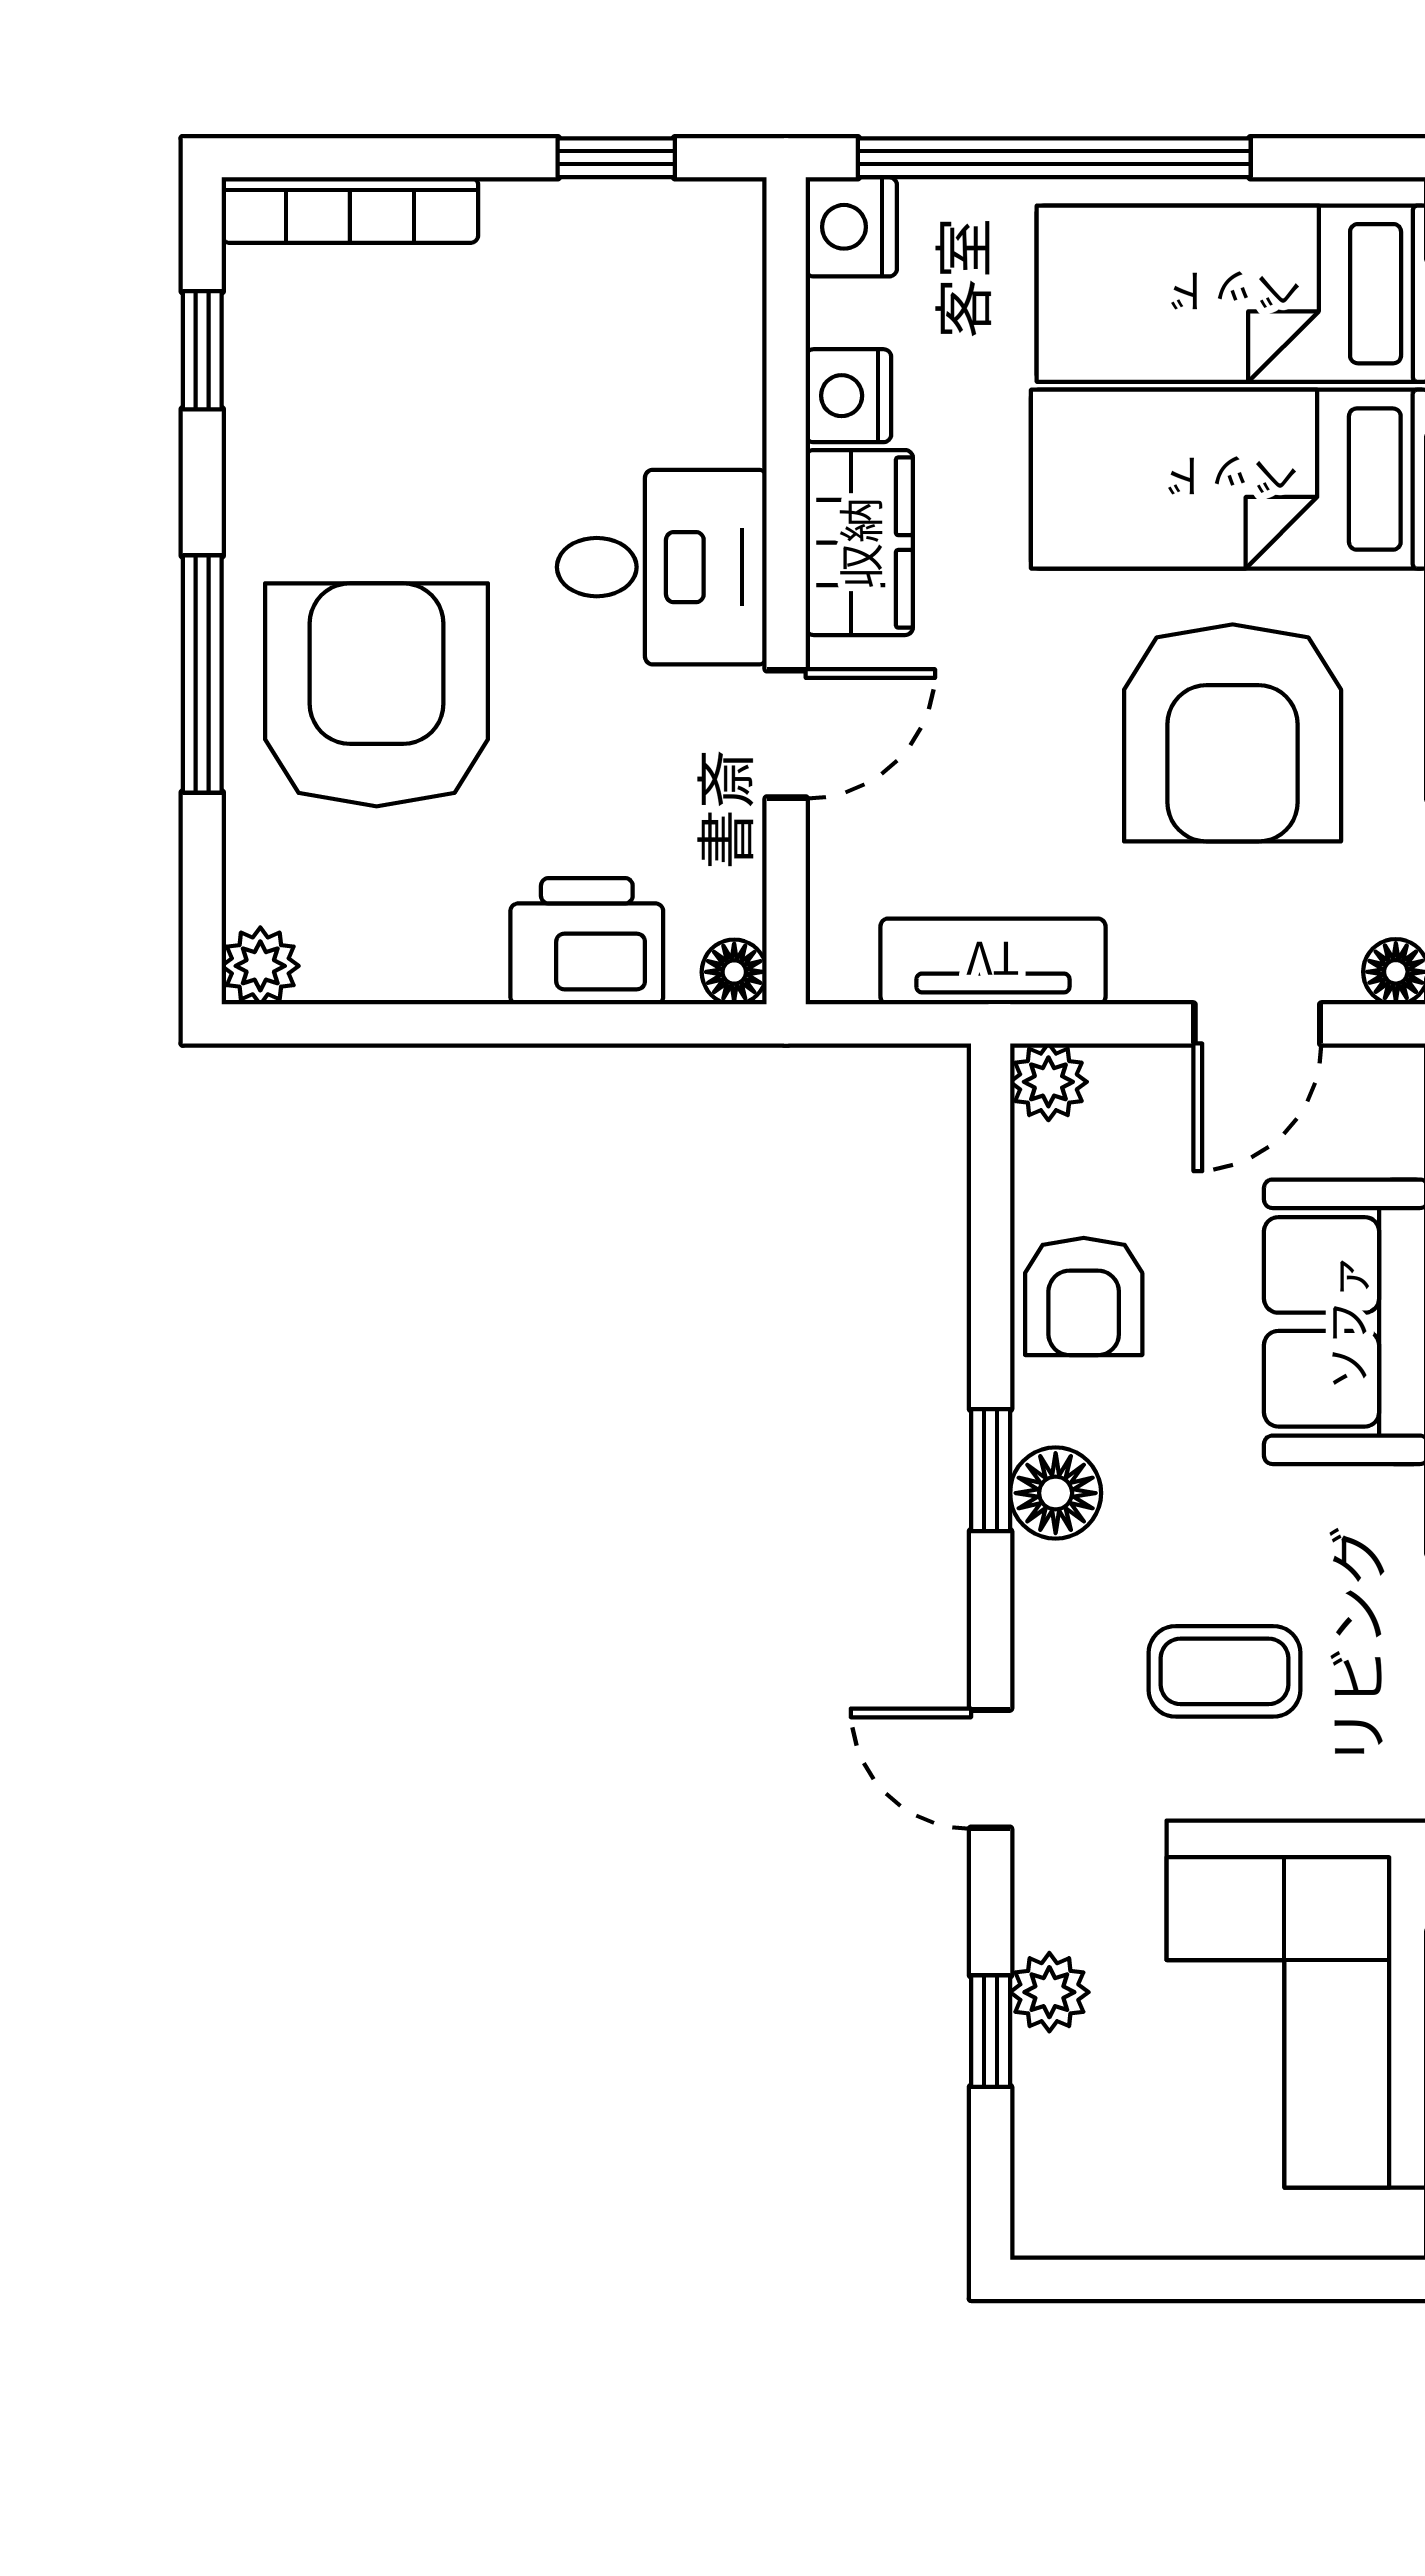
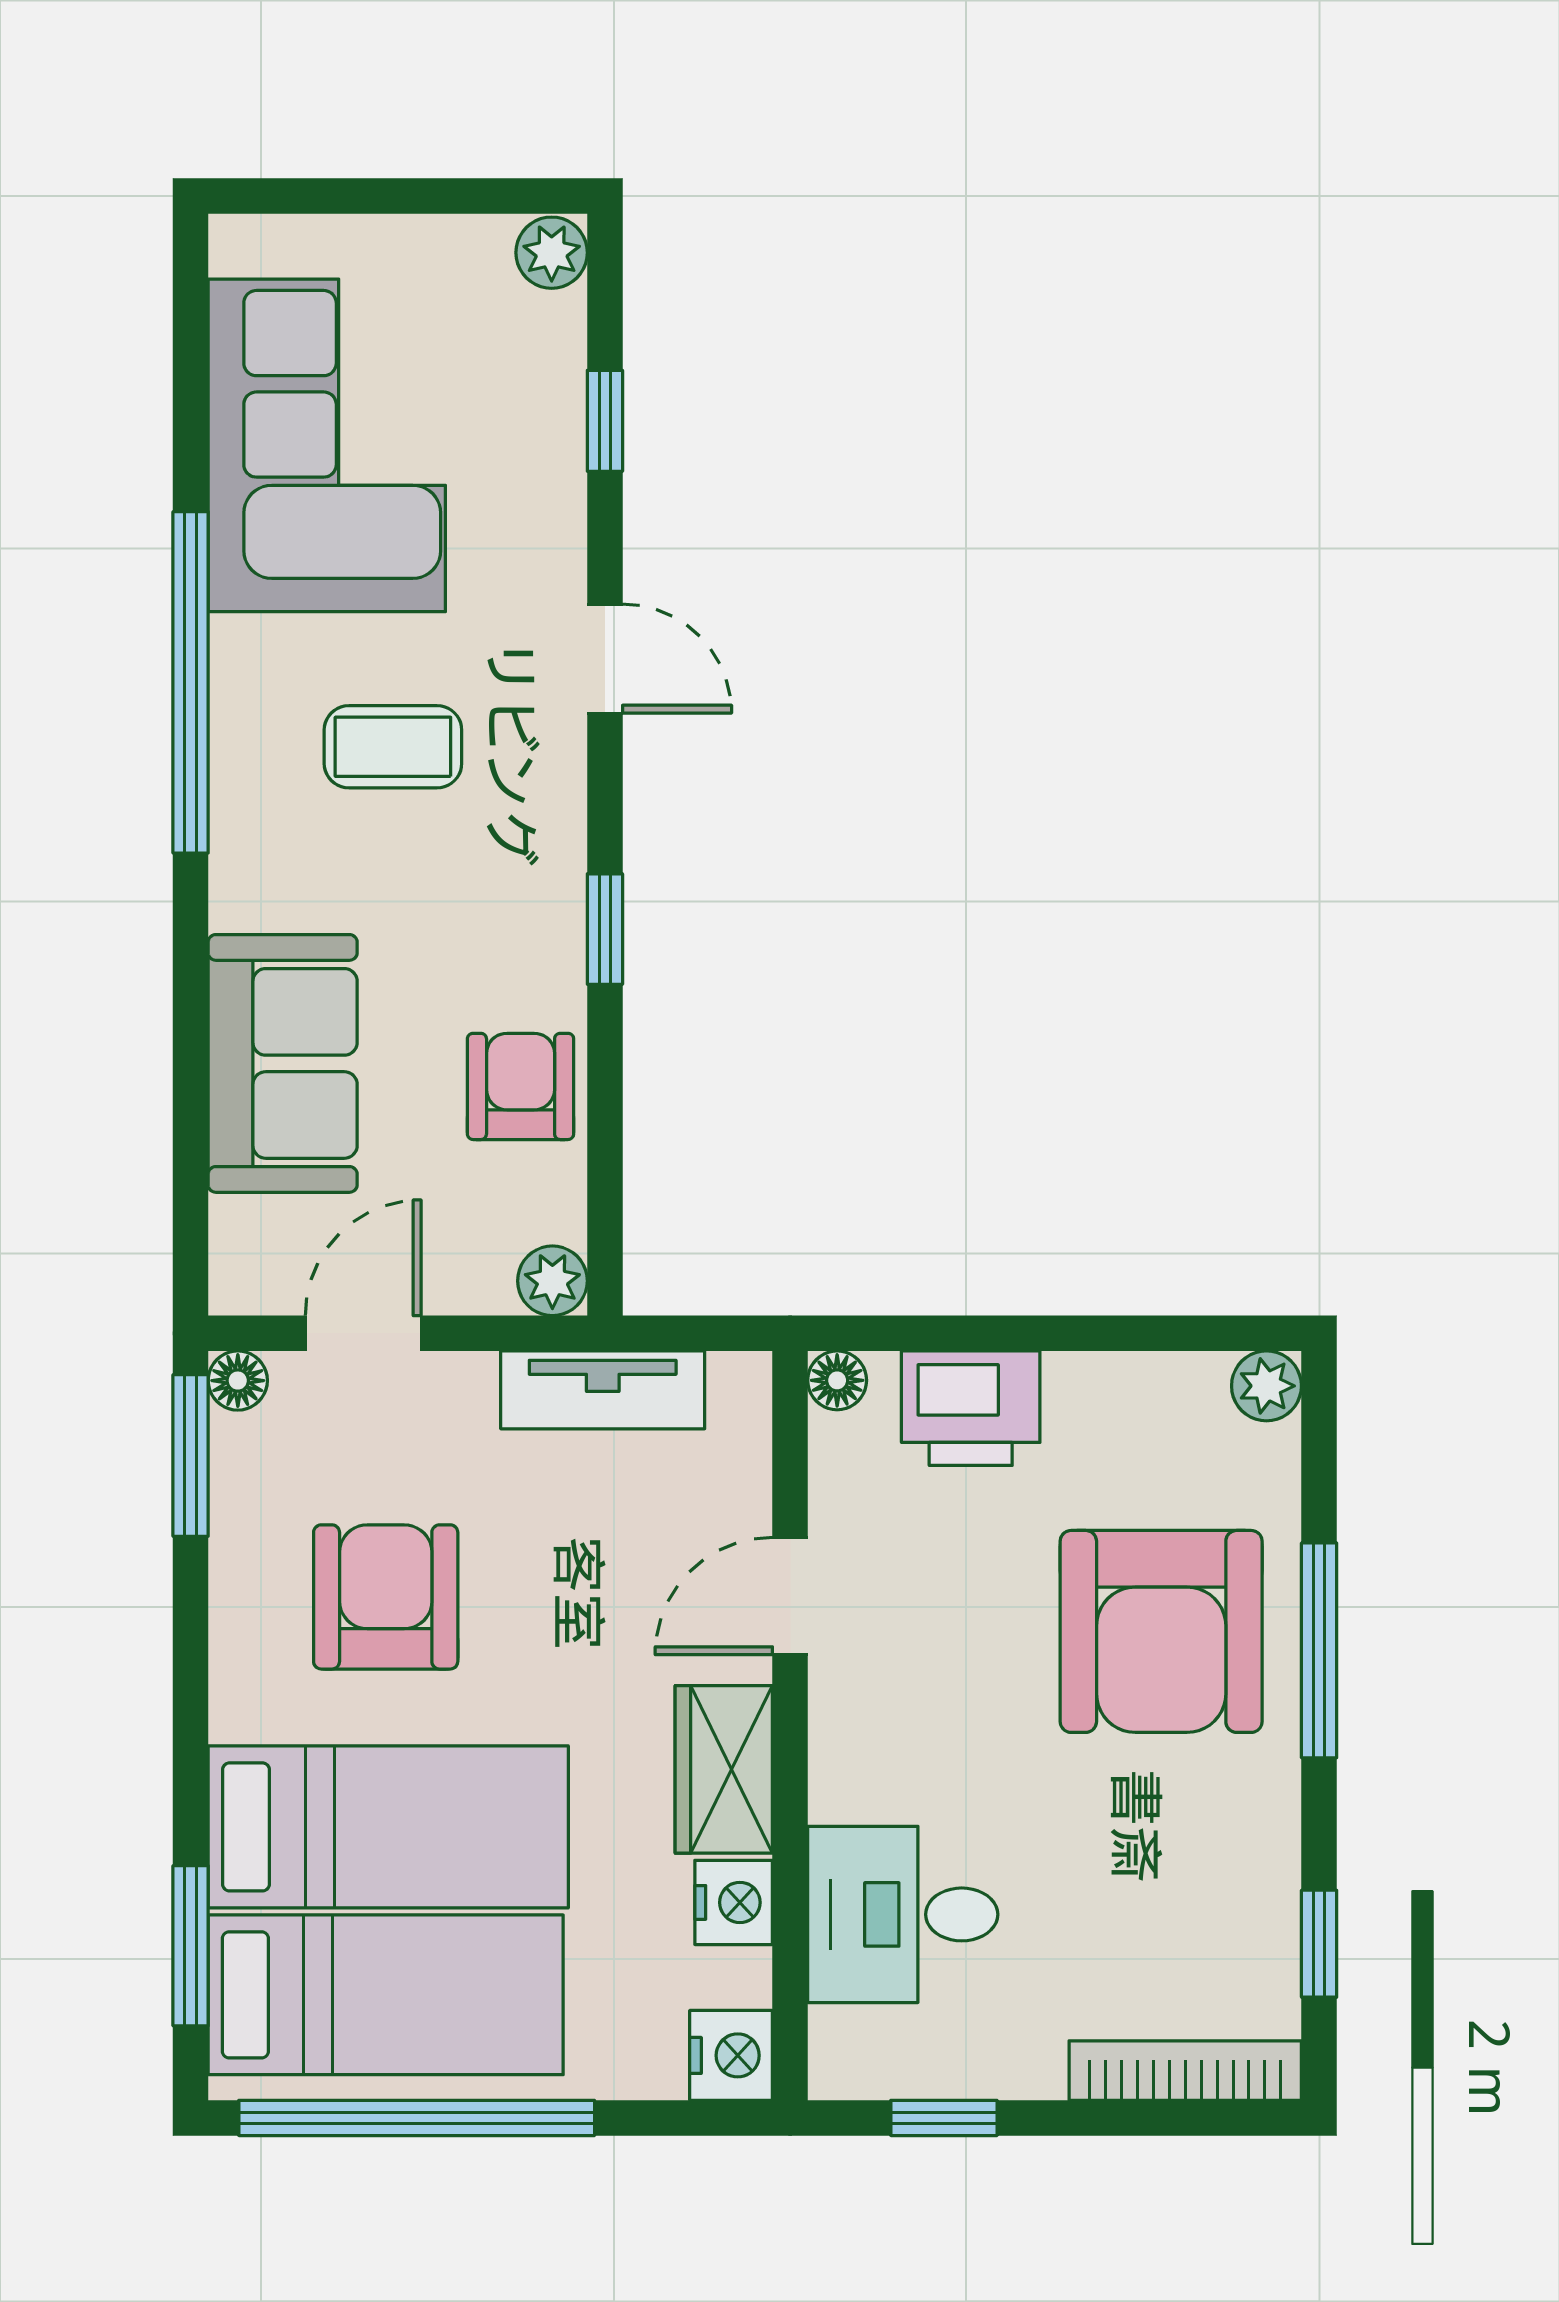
window: (1054, 158) -> (417, 2118), moved
desk: (662, 567) -> (903, 1914), moved
armchair: (1233, 733) -> (386, 1597), width x0.73, depth x0.73
floor lamp: (1056, 1493) -> (546, 908), removed
plant: (1049, 1992) -> (552, 253), moved

